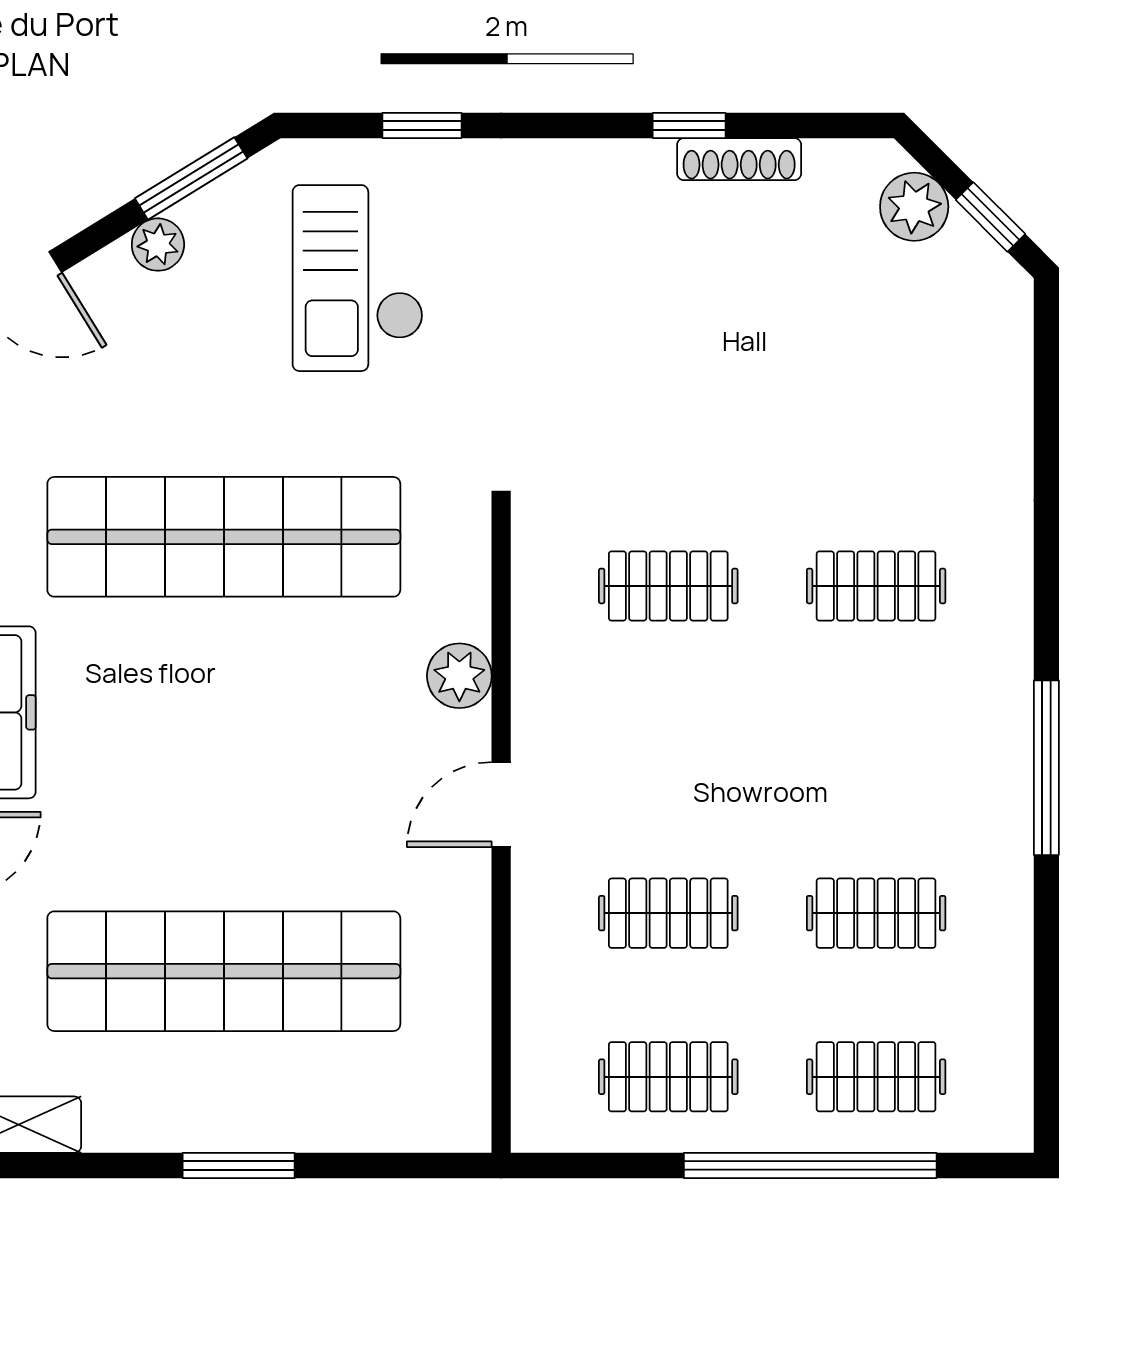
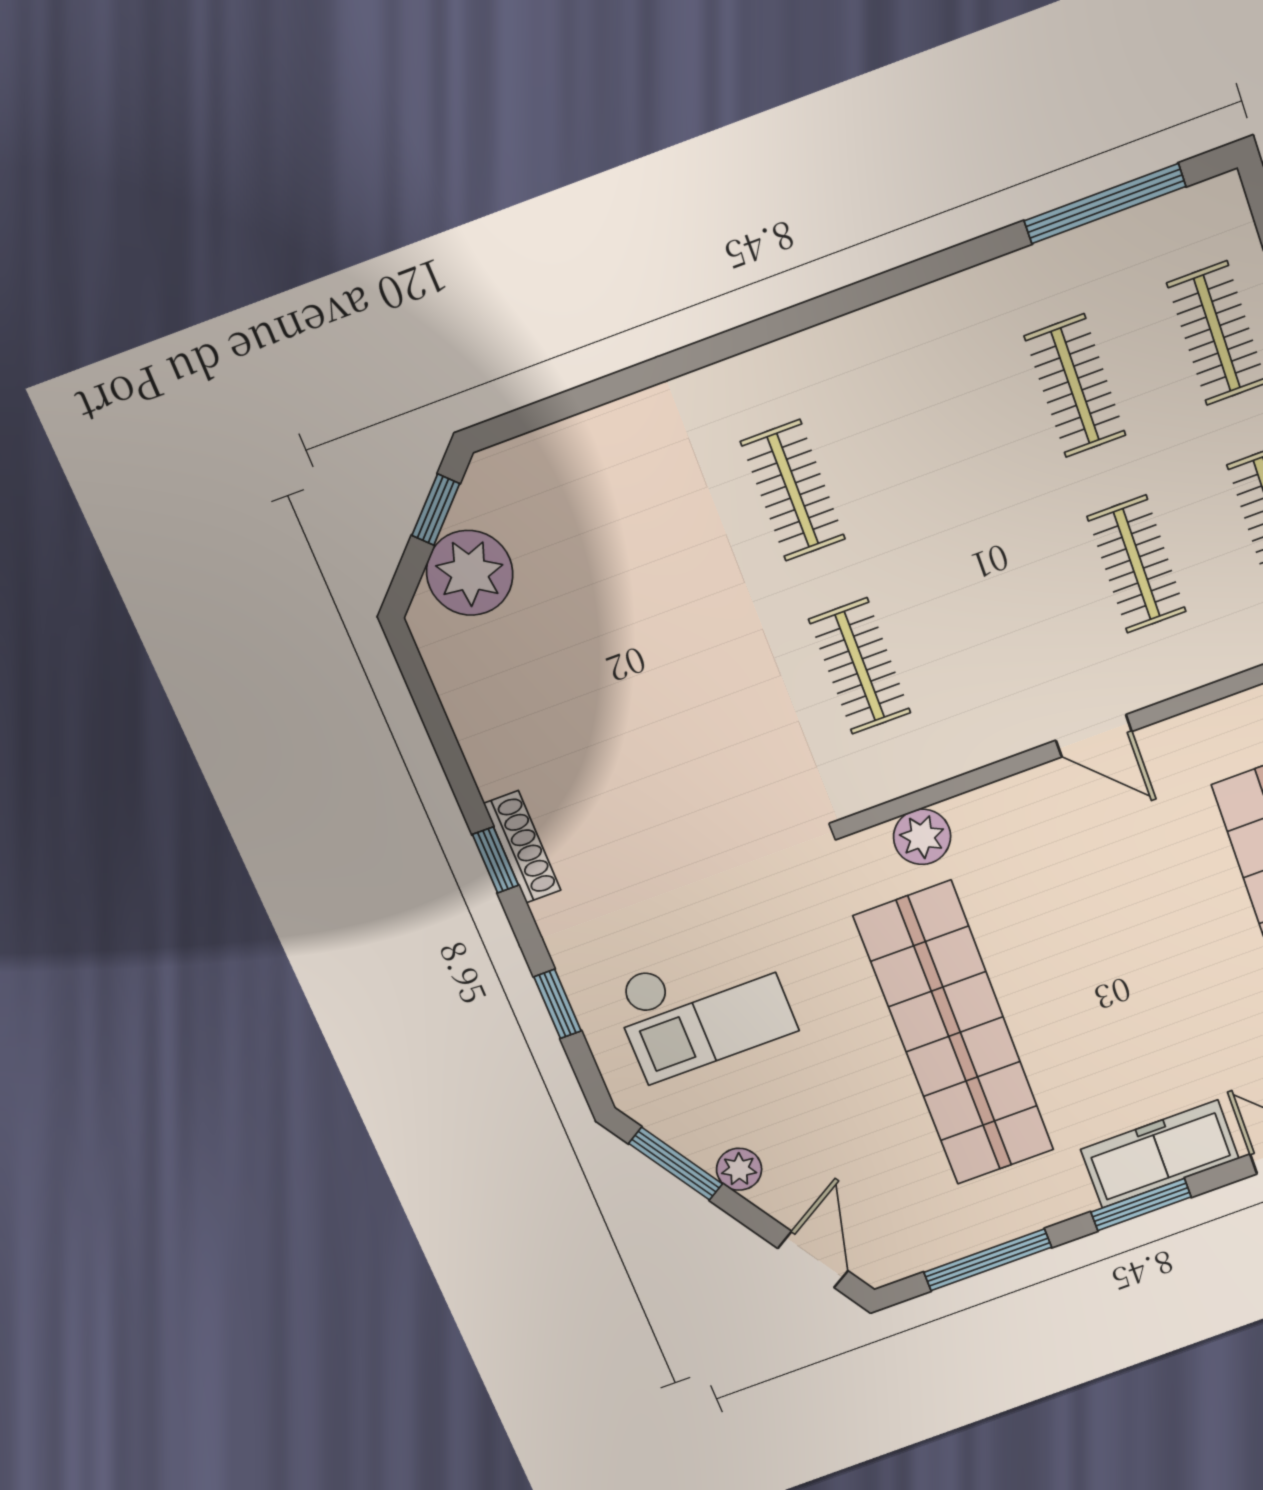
window: (689, 125) -> (495, 860), moved
shoe rack: (739, 159) -> (522, 847), moved
plant: (914, 207) -> (470, 573), width x1.36, depth x1.36
plant: (459, 676) -> (922, 837), moved
window: (1046, 768) -> (1105, 204), moved

